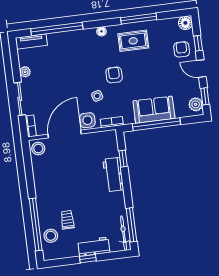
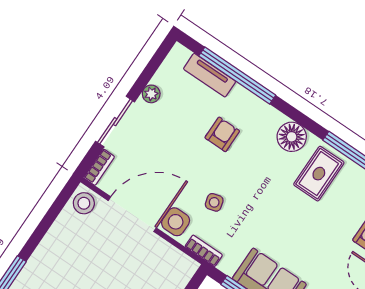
floor lamp: (101, 31) -> (292, 137), width x1.89, depth x1.89
tv unit: (31, 41) -> (210, 75), moved
rug: (133, 41) -> (319, 174), turned 90
armchair: (114, 75) -> (222, 134), moved

